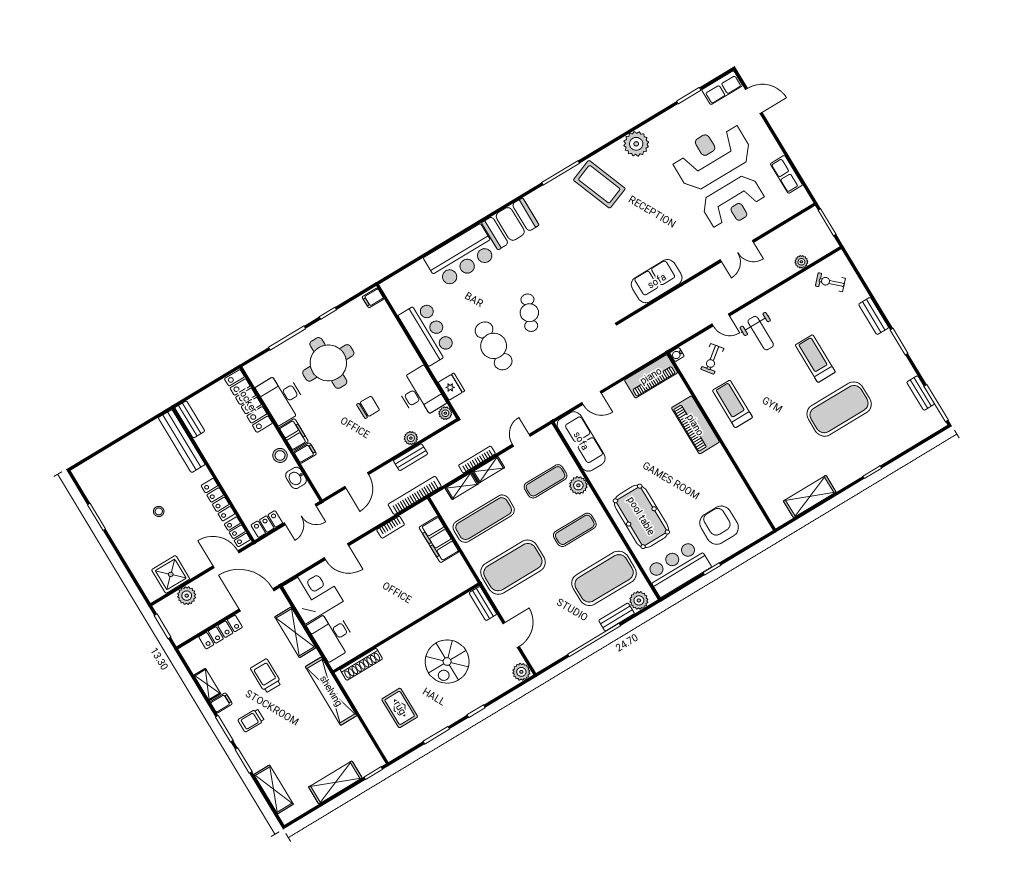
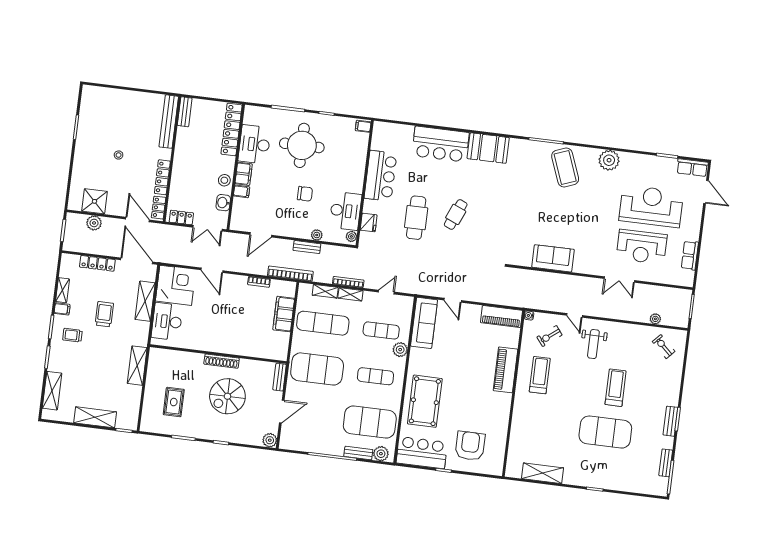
bench: (874, 316) -> (670, 421), moved
shoe rack: (361, 664) -> (222, 361), moved
shelving: (331, 691) -> (137, 366), width x0.68

